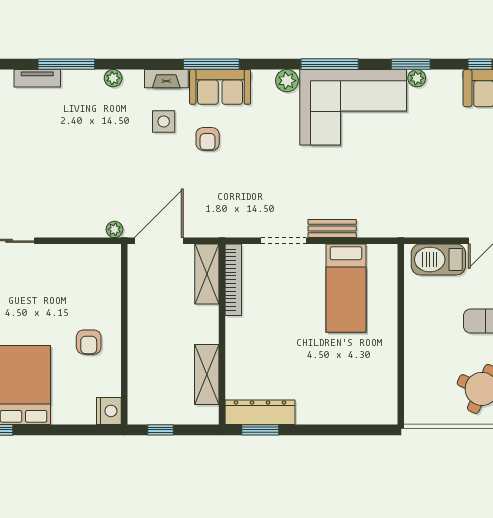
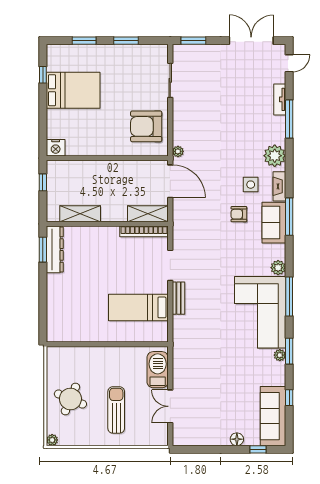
plant: (113, 78) -> (275, 156), width x1.88, depth x1.88
armchair: (89, 342) -> (146, 126), moved, width x1.88, depth x1.88

